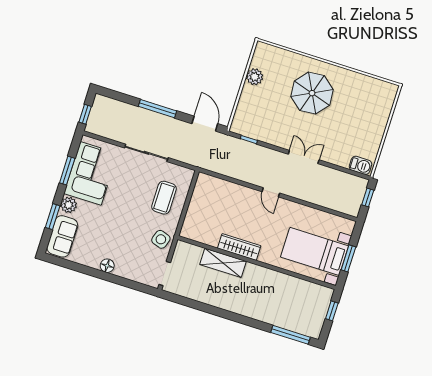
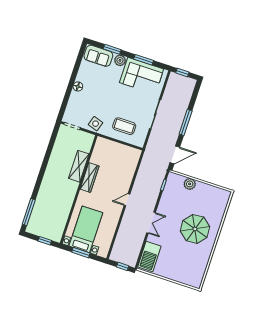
plant: (255, 77) -> (190, 184), moved
barbecue: (361, 165) -> (149, 256), width x1.88, depth x1.53

